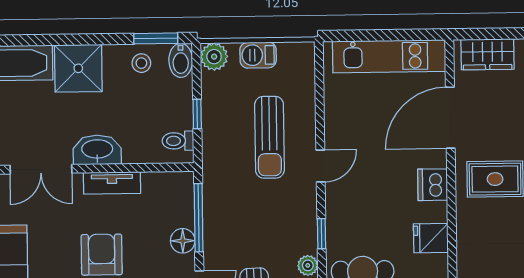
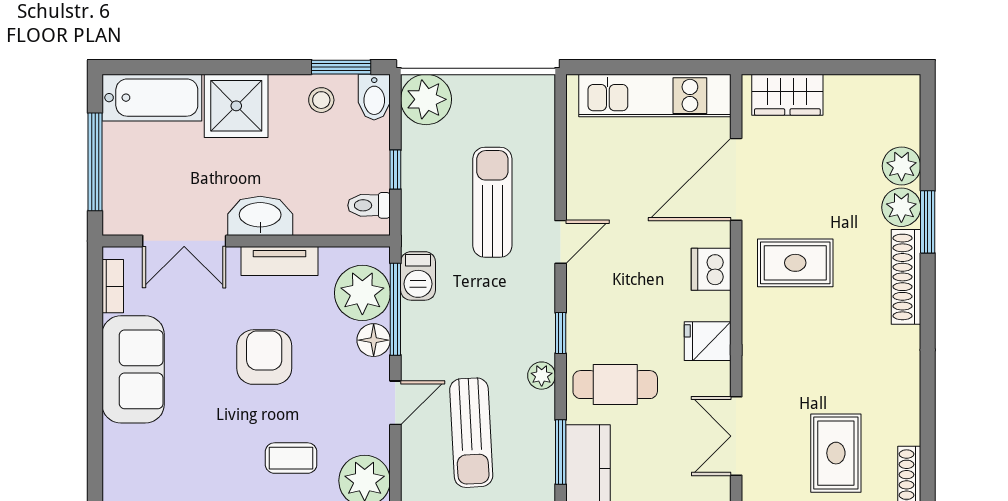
barbecue: (258, 55) -> (418, 276), moved, turned -90
plant: (214, 57) -> (426, 99), width x1.36, depth x1.36
sun lounger: (269, 137) -> (492, 202), turned 180
plant: (174, 206) -> (362, 293), added

